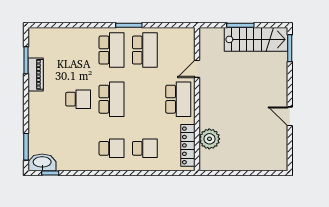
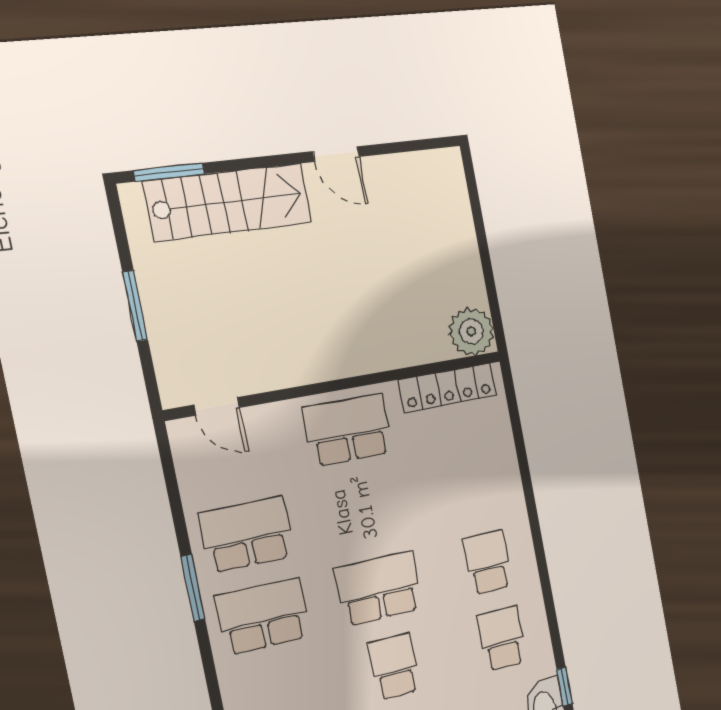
stairs: (256, 39) -> (229, 202), moved, turned 90
door: (197, 69) -> (217, 406), moved
door: (290, 116) -> (336, 154), hinge flipped
plant: (209, 139) -> (471, 331), moved
school desk: (145, 148) -> (502, 638), moved

